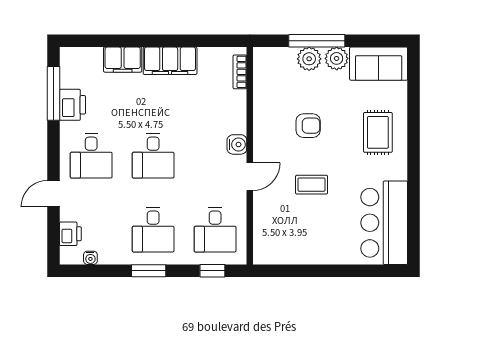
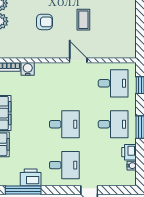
armchair: (308, 126) -> (44, 22), turned 90
water cooler: (237, 144) -> (28, 69), moved
printer: (70, 234) -> (129, 152), moved, turned -90

